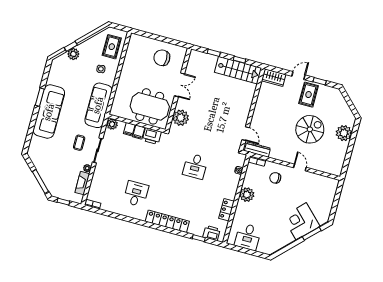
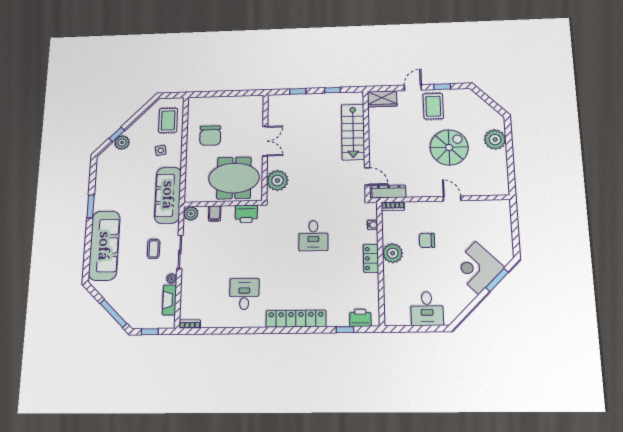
chair: (162, 58) -> (210, 136), moved, turned -90
stairs: (238, 70) -> (353, 132), moved, turned 90
sofa: (49, 112) -> (104, 246), moved
filing cabinet: (139, 132) -> (228, 214), removed
chair: (275, 178) -> (427, 240), moved
locker: (226, 210) -> (371, 259), moved
desk: (248, 237) -> (427, 309), moved

